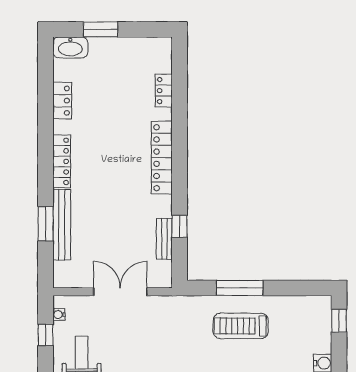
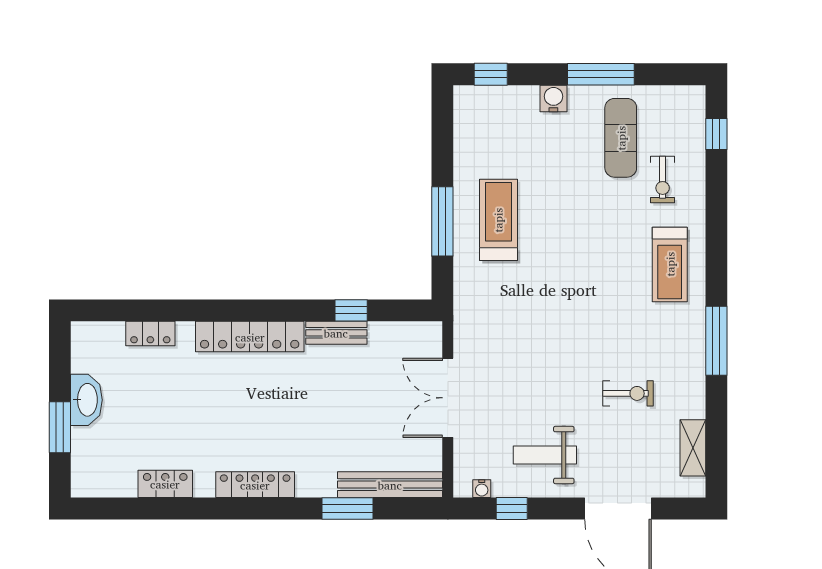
washbasin: (70, 47) -> (86, 400), moved
bench: (62, 225) -> (390, 485), moved
bench: (164, 239) -> (336, 333), moved
treadmill: (241, 326) -> (498, 220), turned 180

